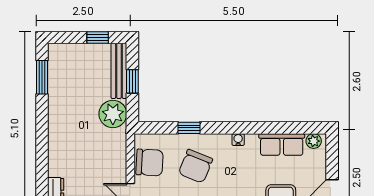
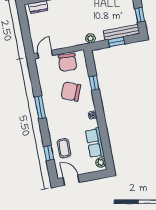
plant: (113, 114) -> (90, 38), width x0.53, depth x0.53

